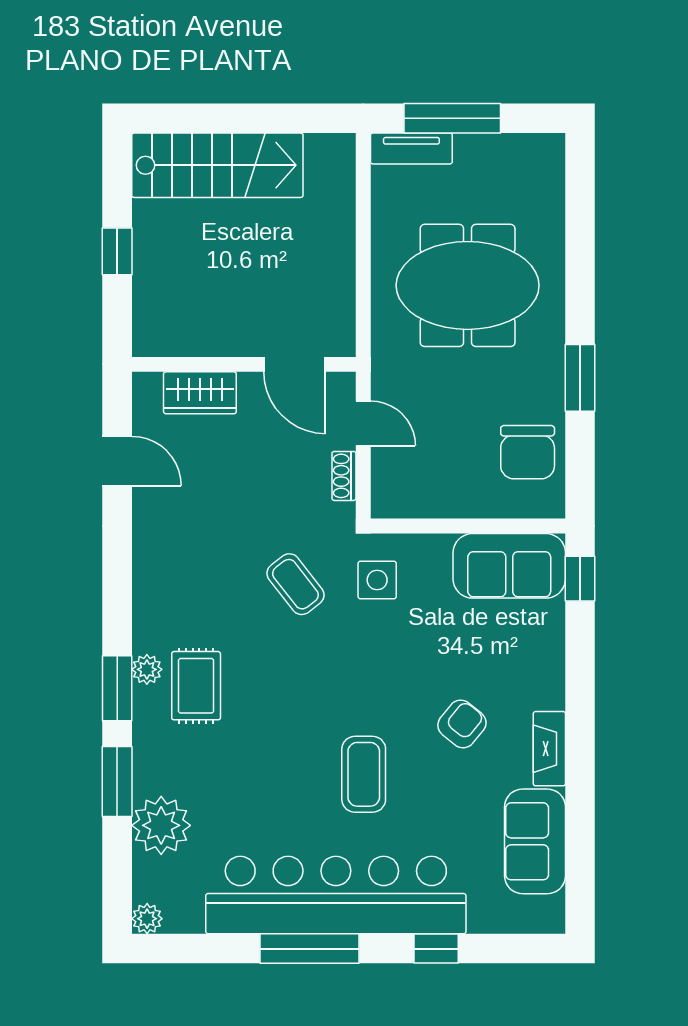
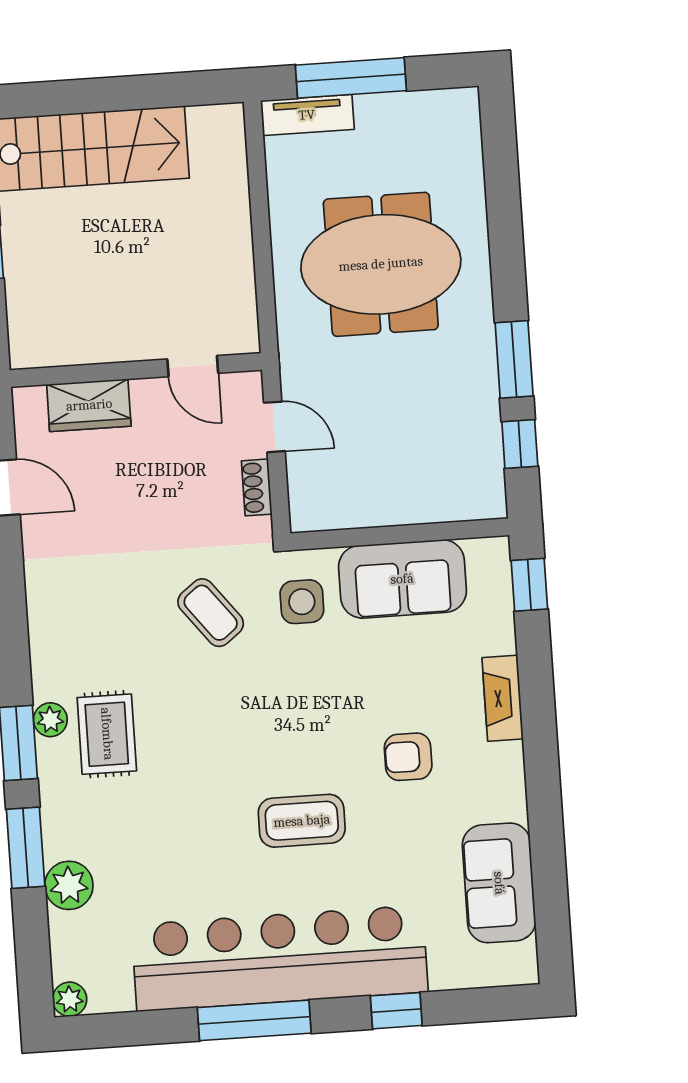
door: (295, 364) -> (193, 366), width x0.73
chair: (528, 452) -> (461, 447), removed
window: (580, 453) -> (520, 444), added
sofa: (509, 566) -> (402, 579), moved
armchair: (462, 724) -> (408, 757), turned -129
fireplace: (549, 749) -> (503, 698), moved
coffee table: (364, 774) -> (302, 821), turned 90
plant: (161, 825) -> (69, 885), width x0.73, depth x0.73

